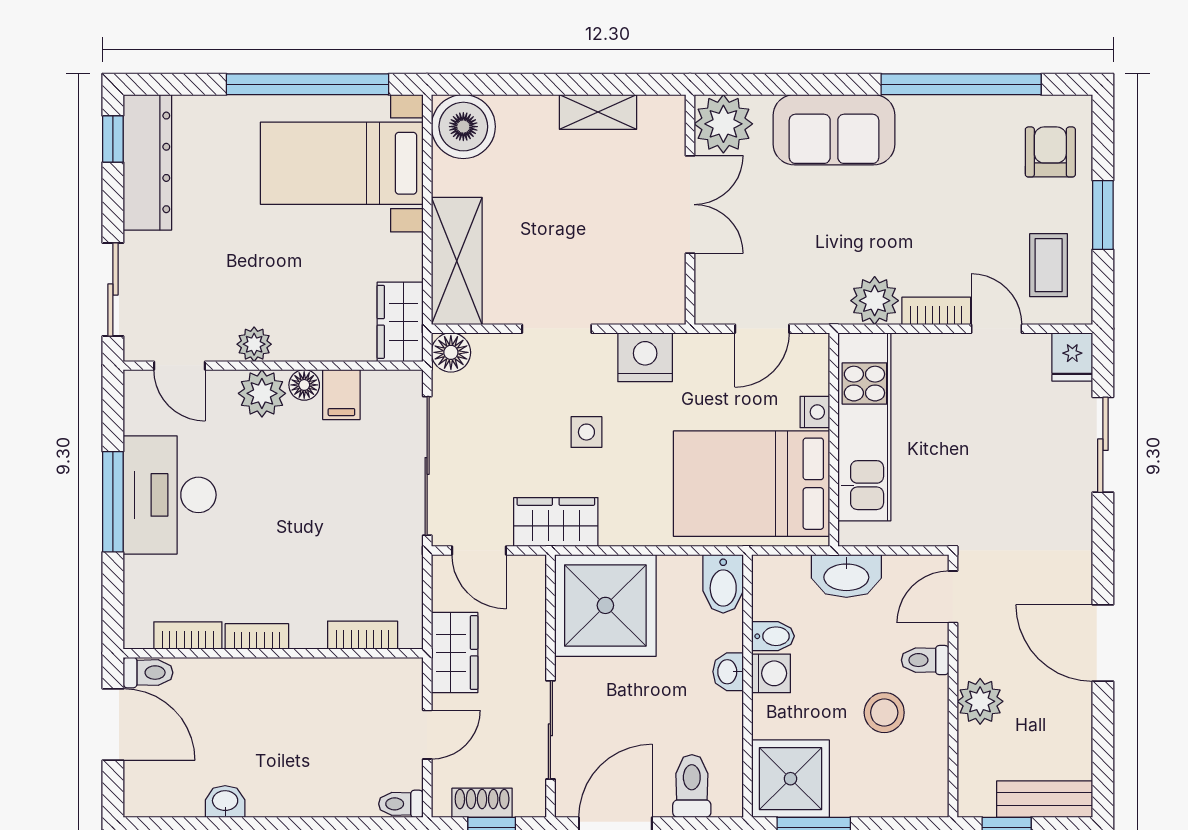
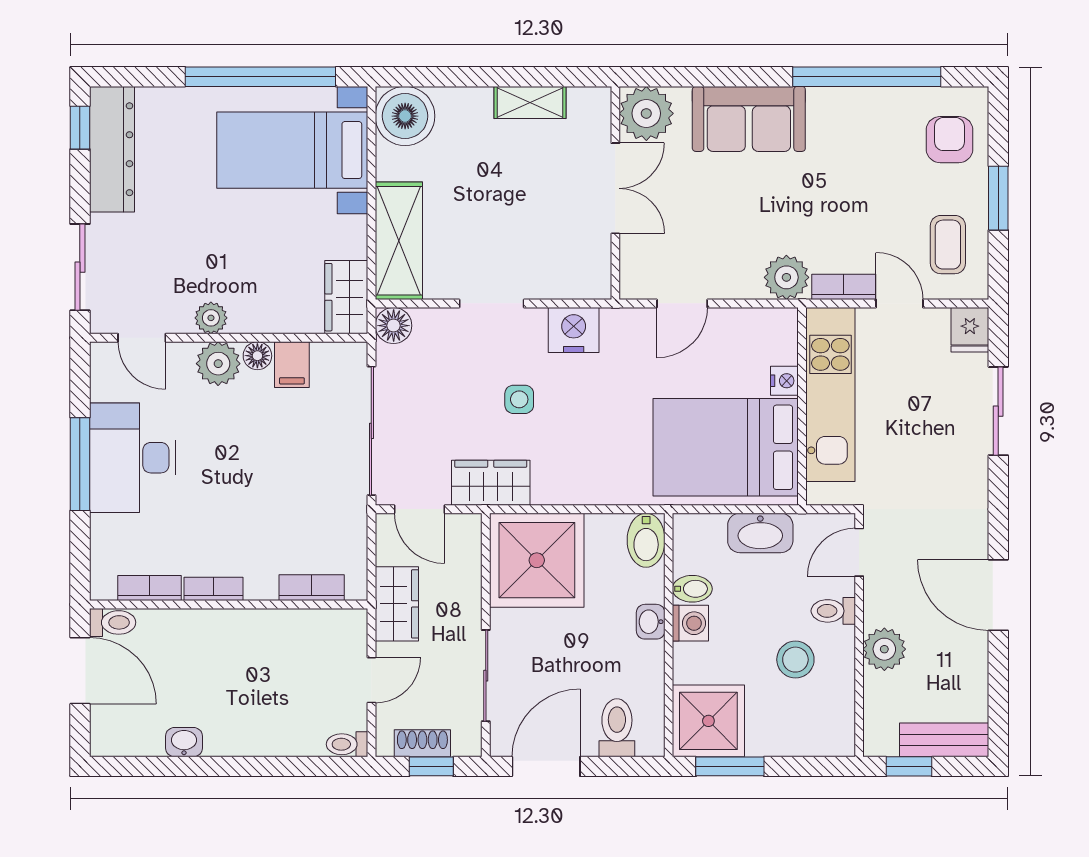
nightstand: (815, 412) -> (784, 381), moved
kitchen unit: (864, 427) -> (830, 395), moved
wall: (834, 440) -> (802, 406), moved
bed: (752, 484) -> (726, 447), moved

